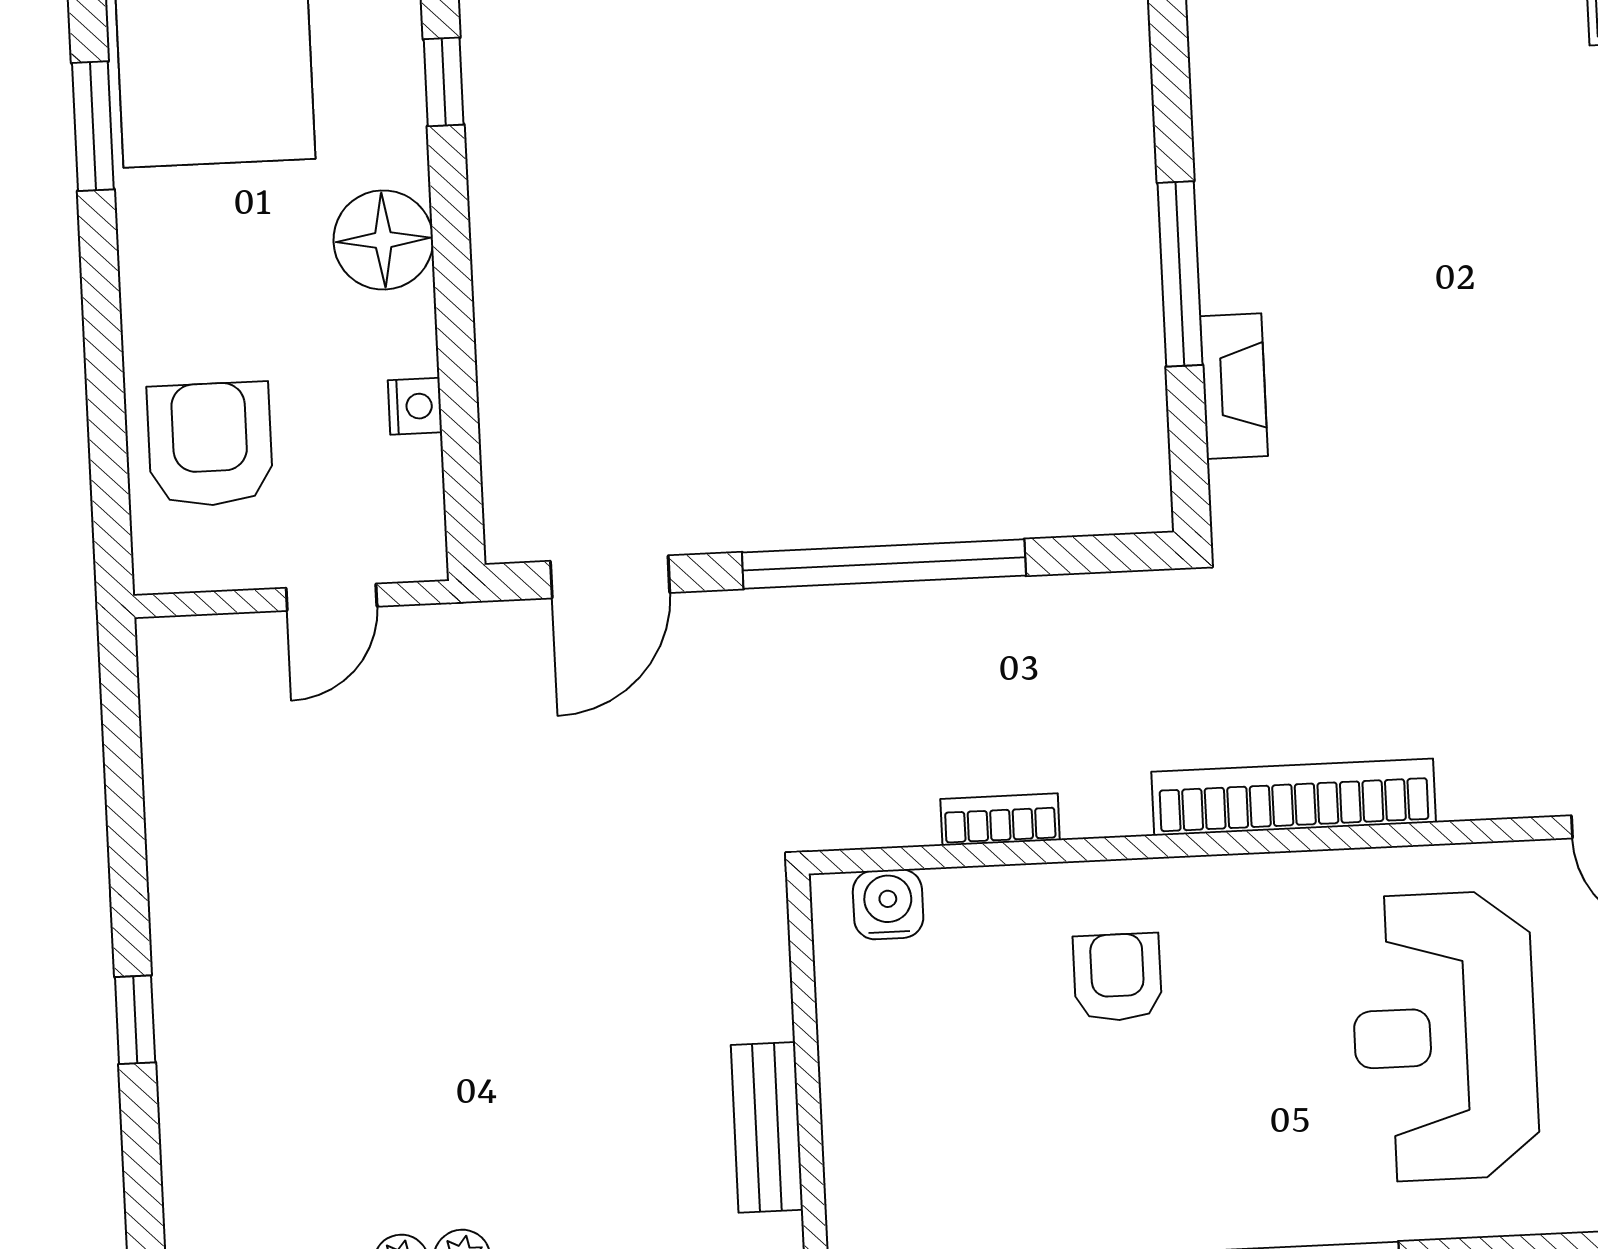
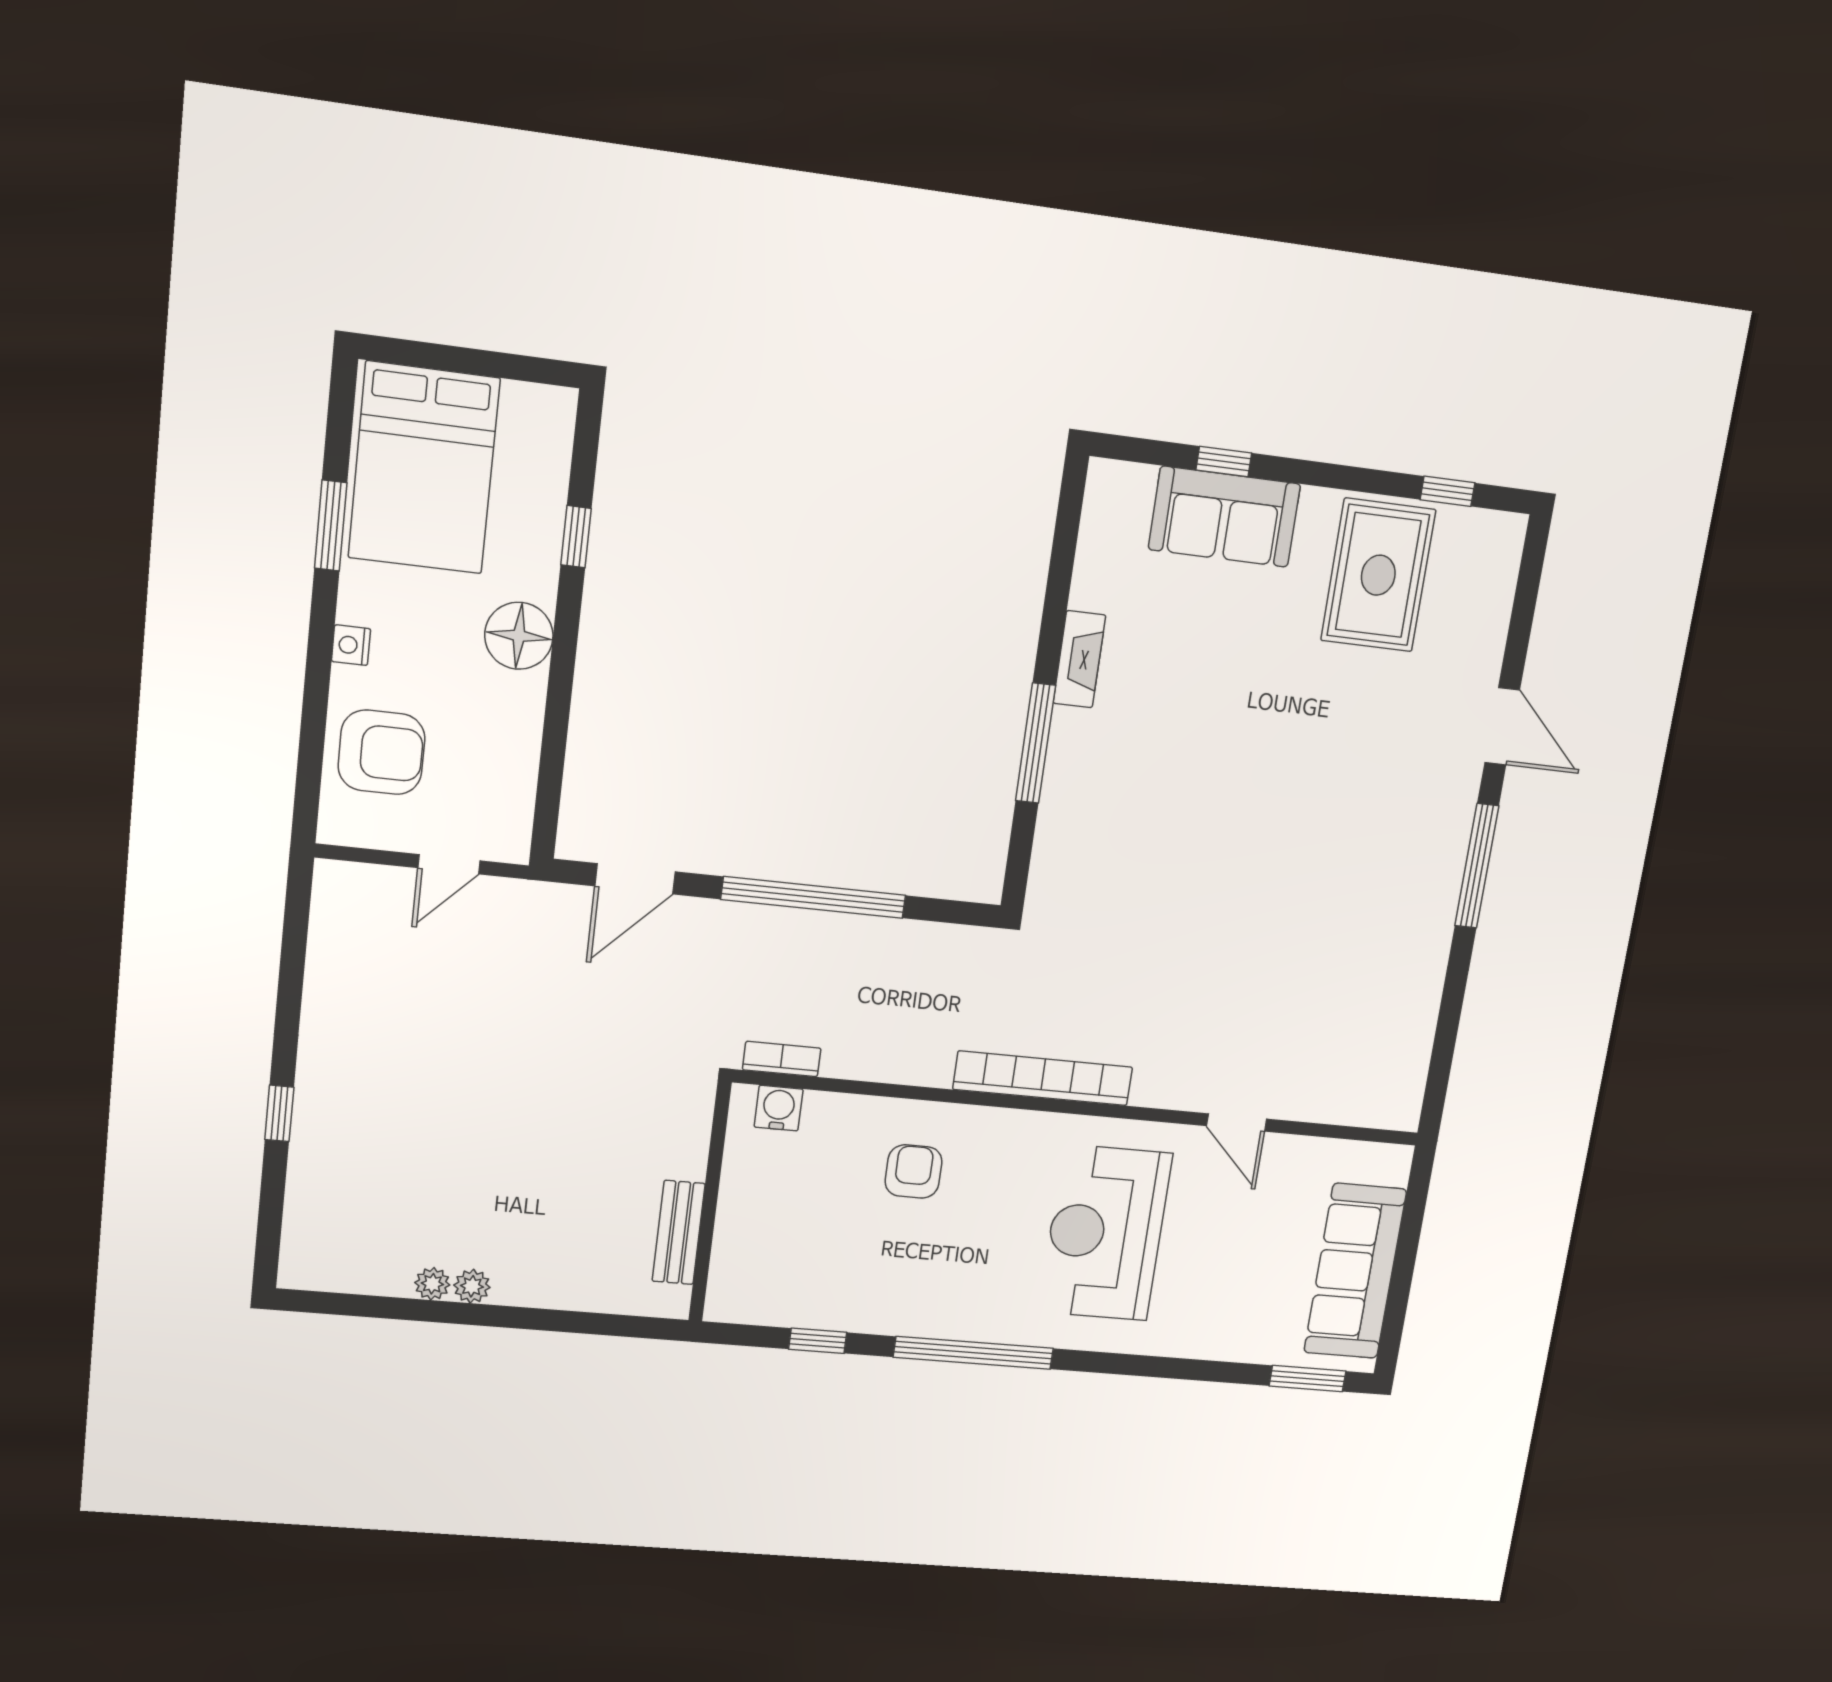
fireplace: (1234, 386) -> (1079, 659), moved
nightstand: (415, 406) -> (351, 645), moved, turned 180
armchair: (210, 444) -> (381, 752), turned 90
bookcase: (1000, 819) -> (782, 1059), moved

